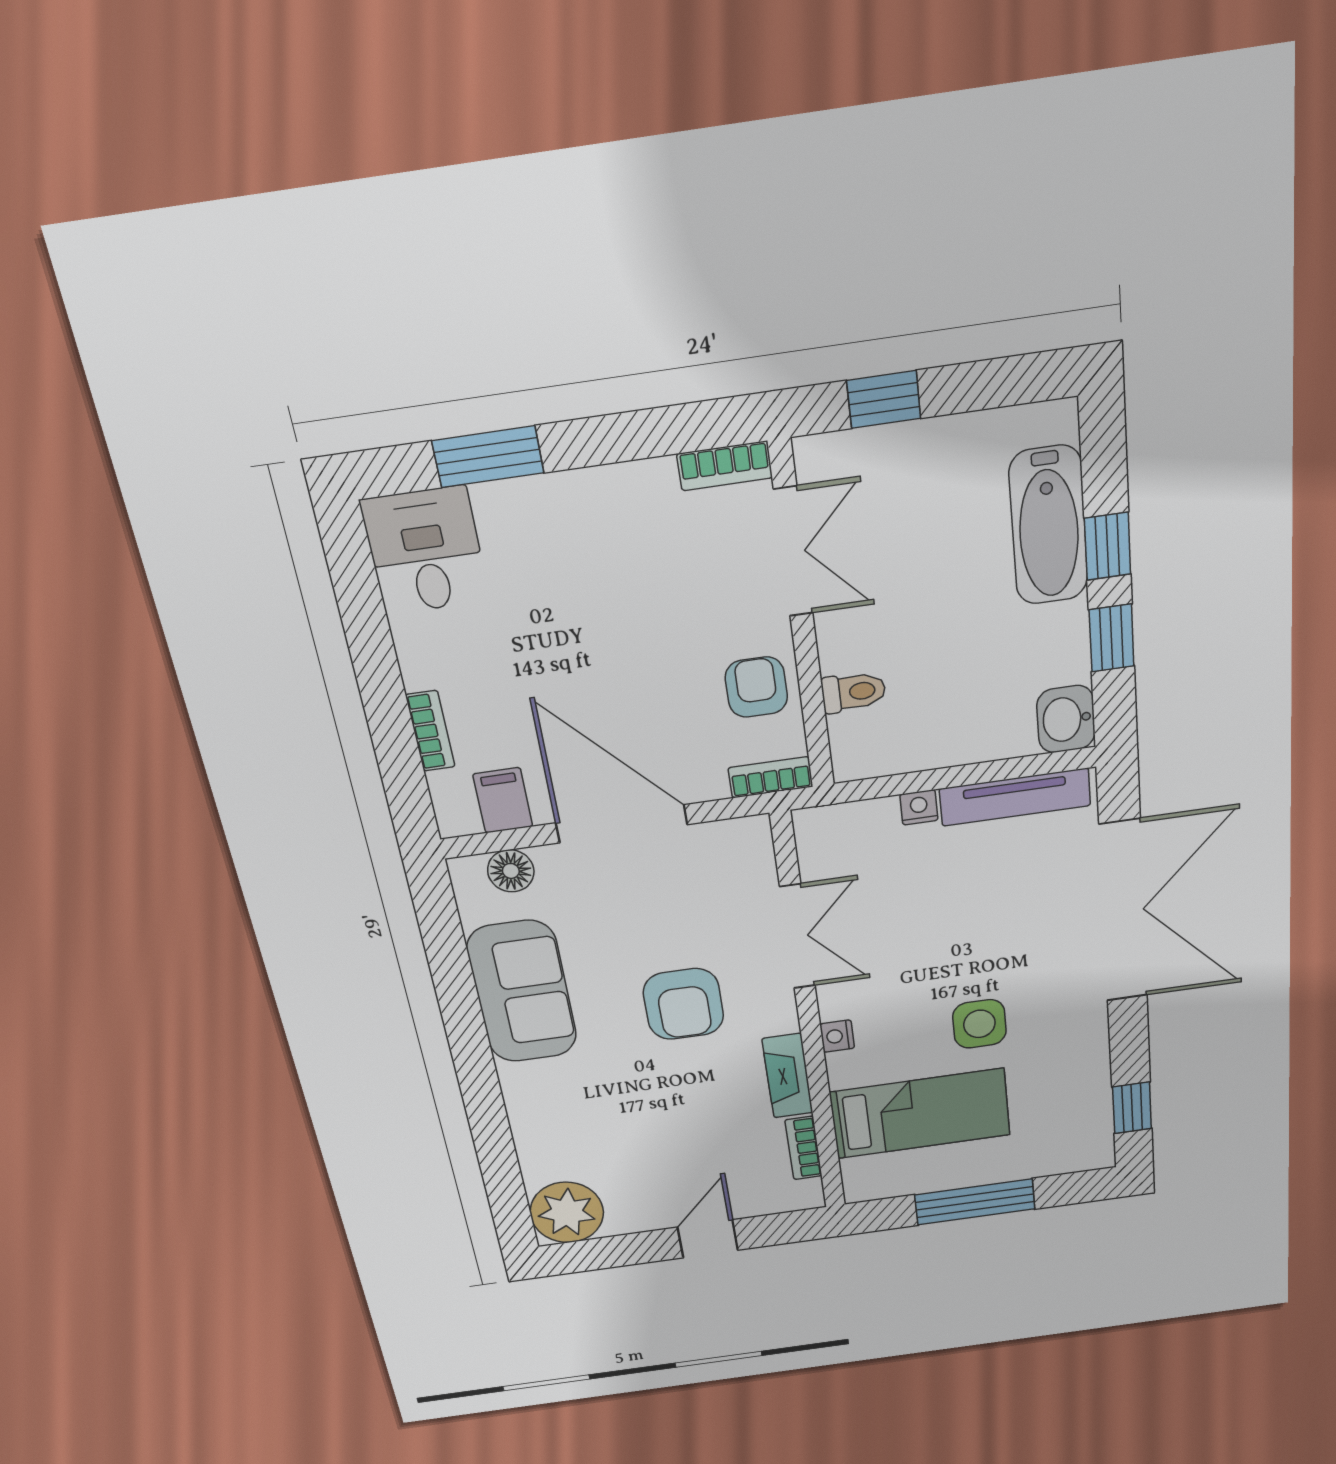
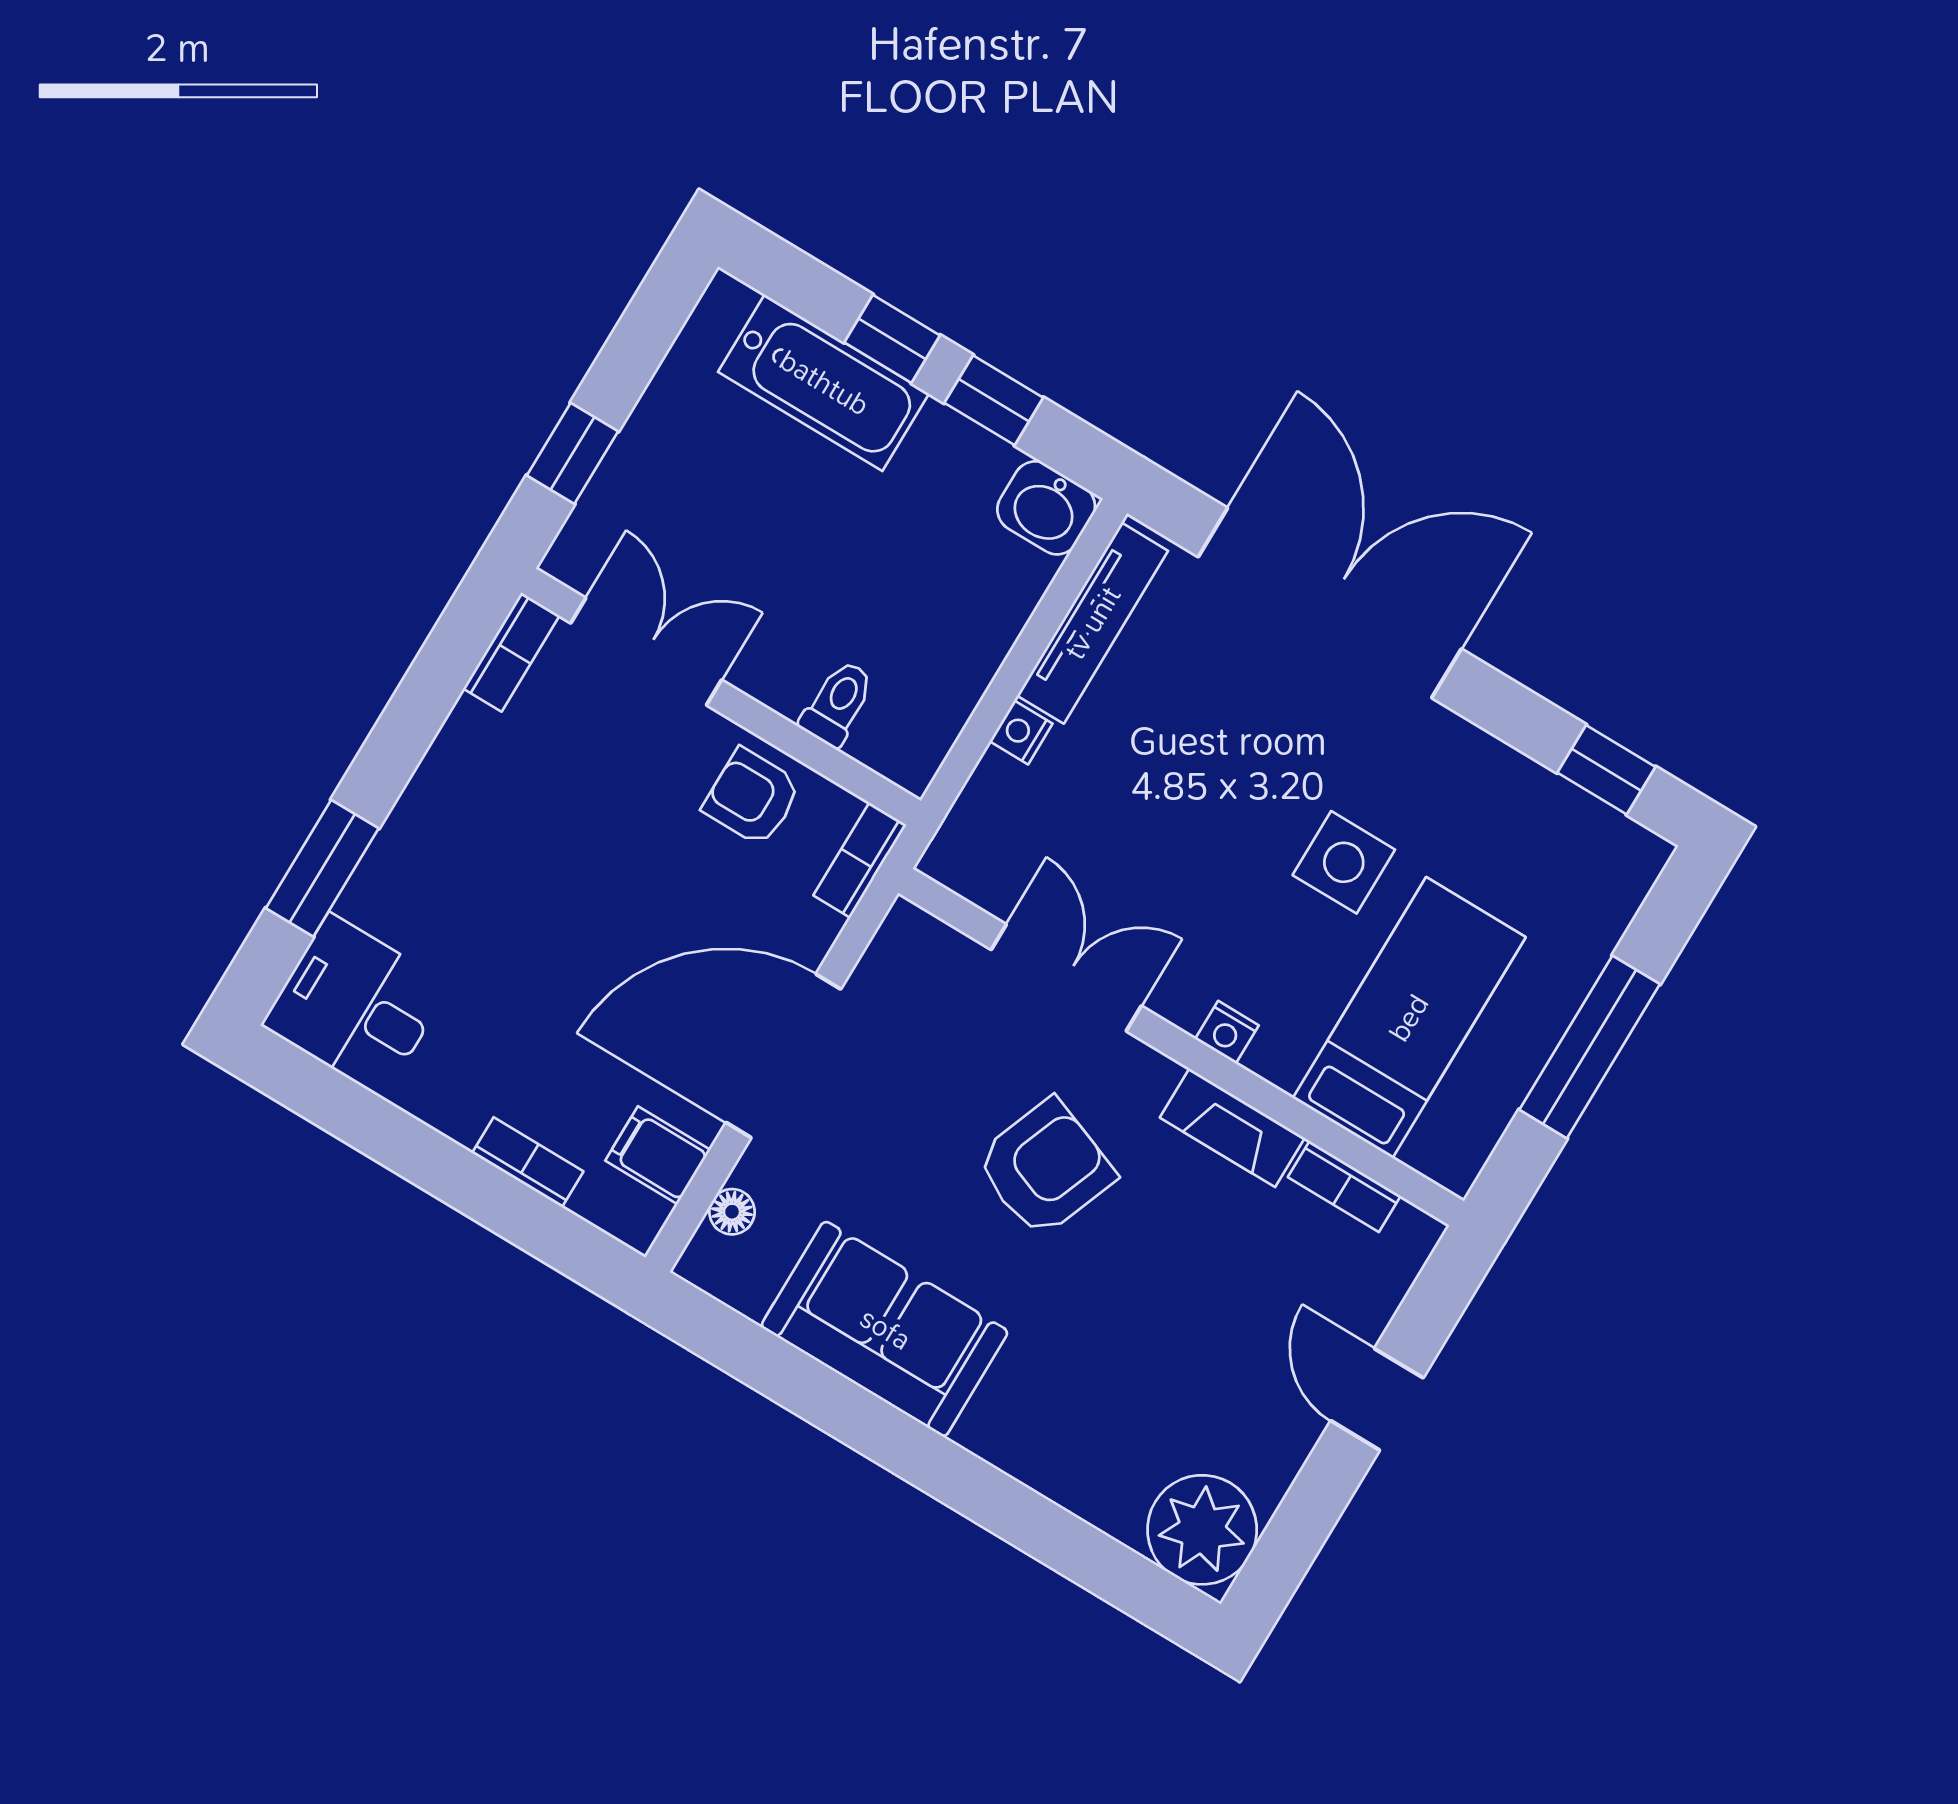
floor lamp: (511, 871) -> (732, 1212), width x0.73, depth x0.73
armchair: (683, 1004) -> (1045, 1168), turned -69

